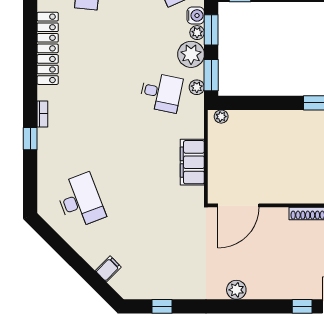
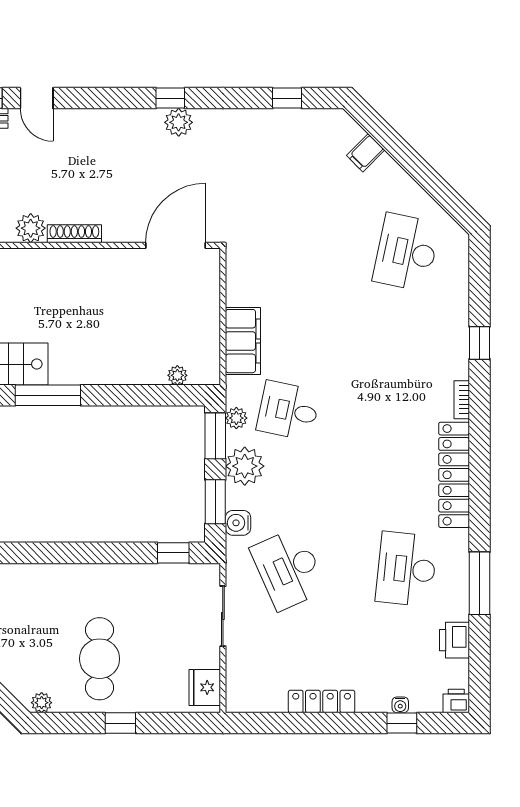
plant: (197, 33) -> (236, 498), removed
bookcase: (42, 114) -> (462, 400), moved
plant: (221, 117) -> (177, 375), moved
filing cabinet: (192, 162) -> (243, 341), moved
desk: (80, 201) -> (406, 252), turned 33
window: (302, 306) -> (170, 98), moved

